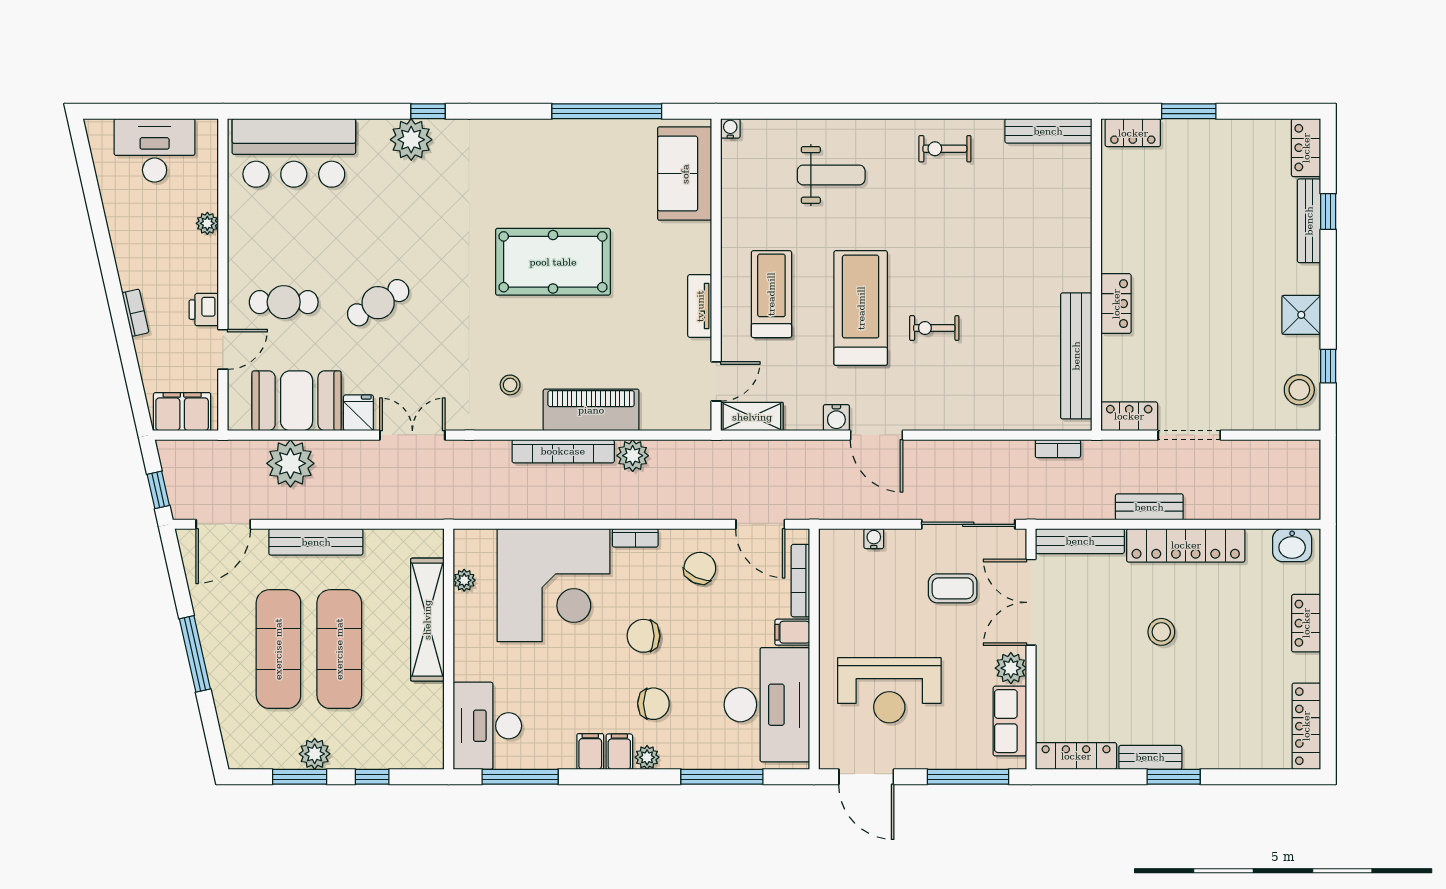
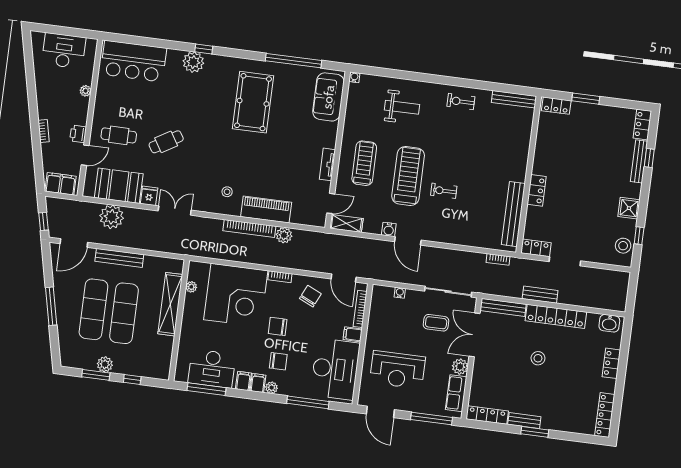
pool table: (553, 262) -> (253, 102), moved, turned 90
desk: (487, 726) -> (212, 369), moved, turned -90

